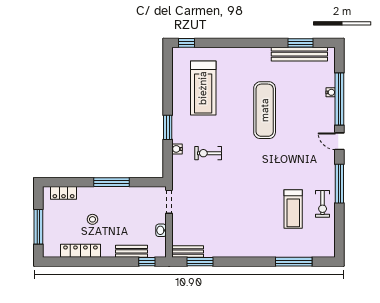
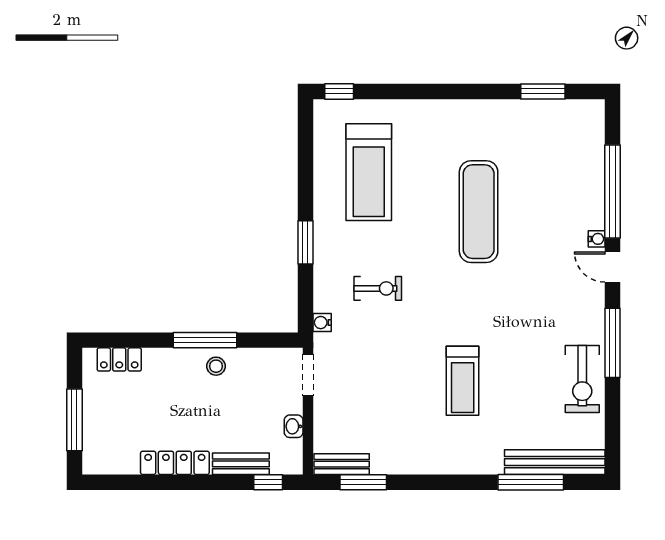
bench: (299, 54) -> (555, 462), moved
water cooler: (331, 92) -> (597, 239), moved
water cooler: (177, 149) -> (322, 323), moved
exercise bike: (208, 153) -> (378, 288), turned 180
exercise bike: (323, 204) -> (582, 379), width x1.38, depth x1.39
treadmill: (293, 209) -> (463, 381), moved
stool: (92, 219) -> (216, 366), moved
locker: (80, 251) -> (175, 463), moved

